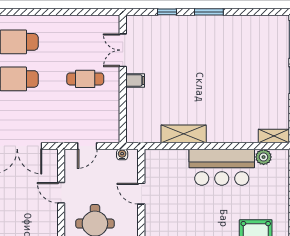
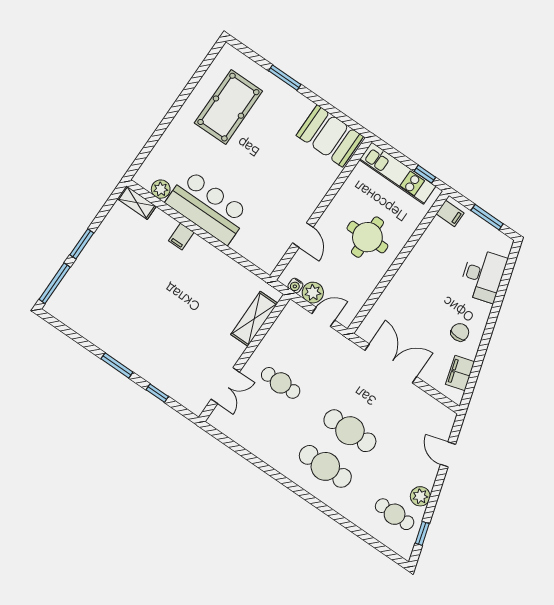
filing cabinet: (135, 80) -> (181, 237), moved, turned -90
shelving: (184, 134) -> (254, 319), moved, turned 90
plant: (106, 158) -> (313, 293), added
door: (61, 193) -> (380, 289), removed

